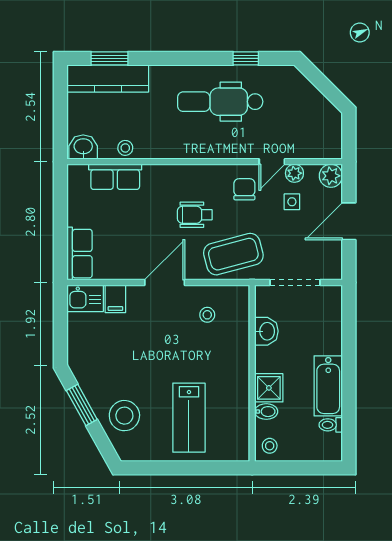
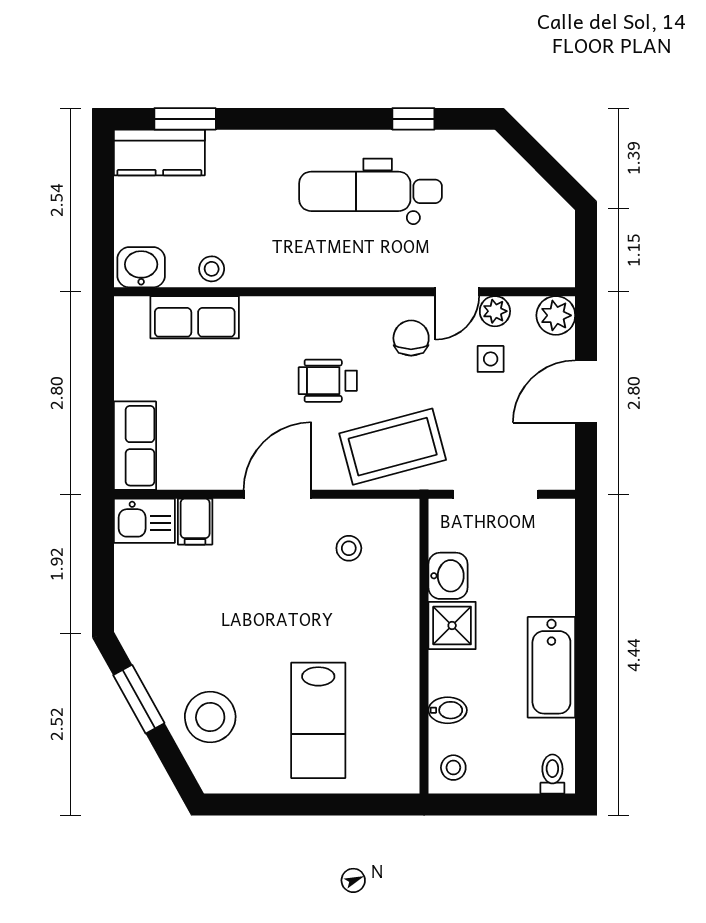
kitchen counter: (108, 78) -> (159, 153), width x0.67
shower: (269, 388) -> (452, 625), moved
toilet: (331, 425) -> (552, 774), moved, turned 90

